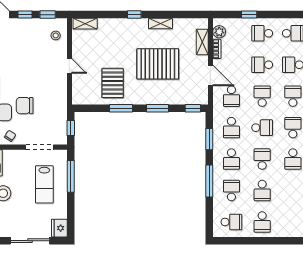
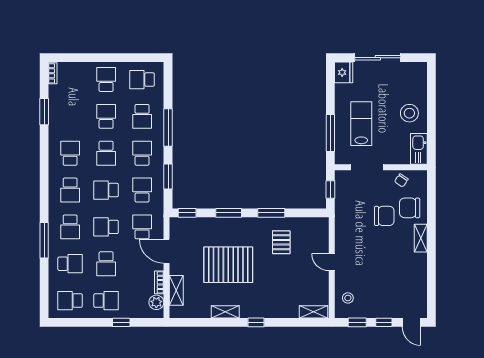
school desk: (262, 65) -> (106, 264), turned 90
pallet: (113, 83) -> (281, 242), width x0.67, depth x0.71
school desk: (262, 96) -> (106, 227), turned 90

